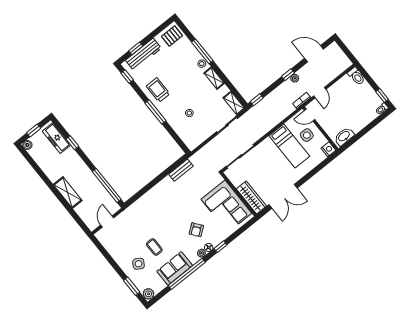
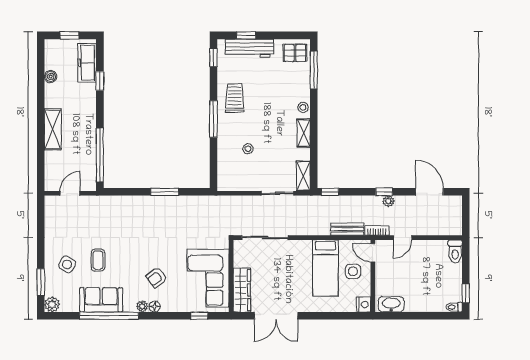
window: (202, 51) -> (314, 70), moved
boiler: (27, 145) -> (51, 77), moved
bench: (181, 170) -> (347, 229), moved
window: (161, 177) -> (165, 192), added
window: (220, 247) -> (199, 316), moved

